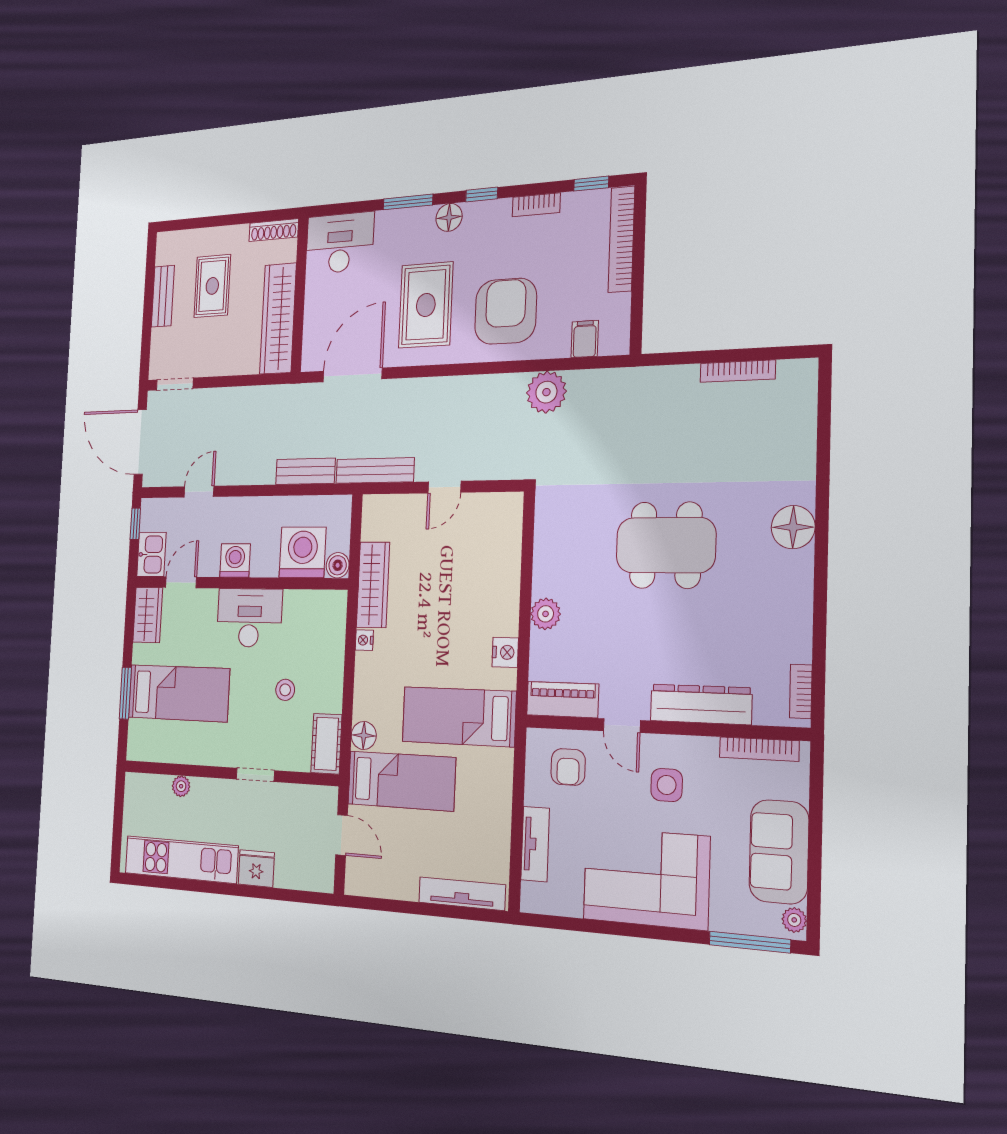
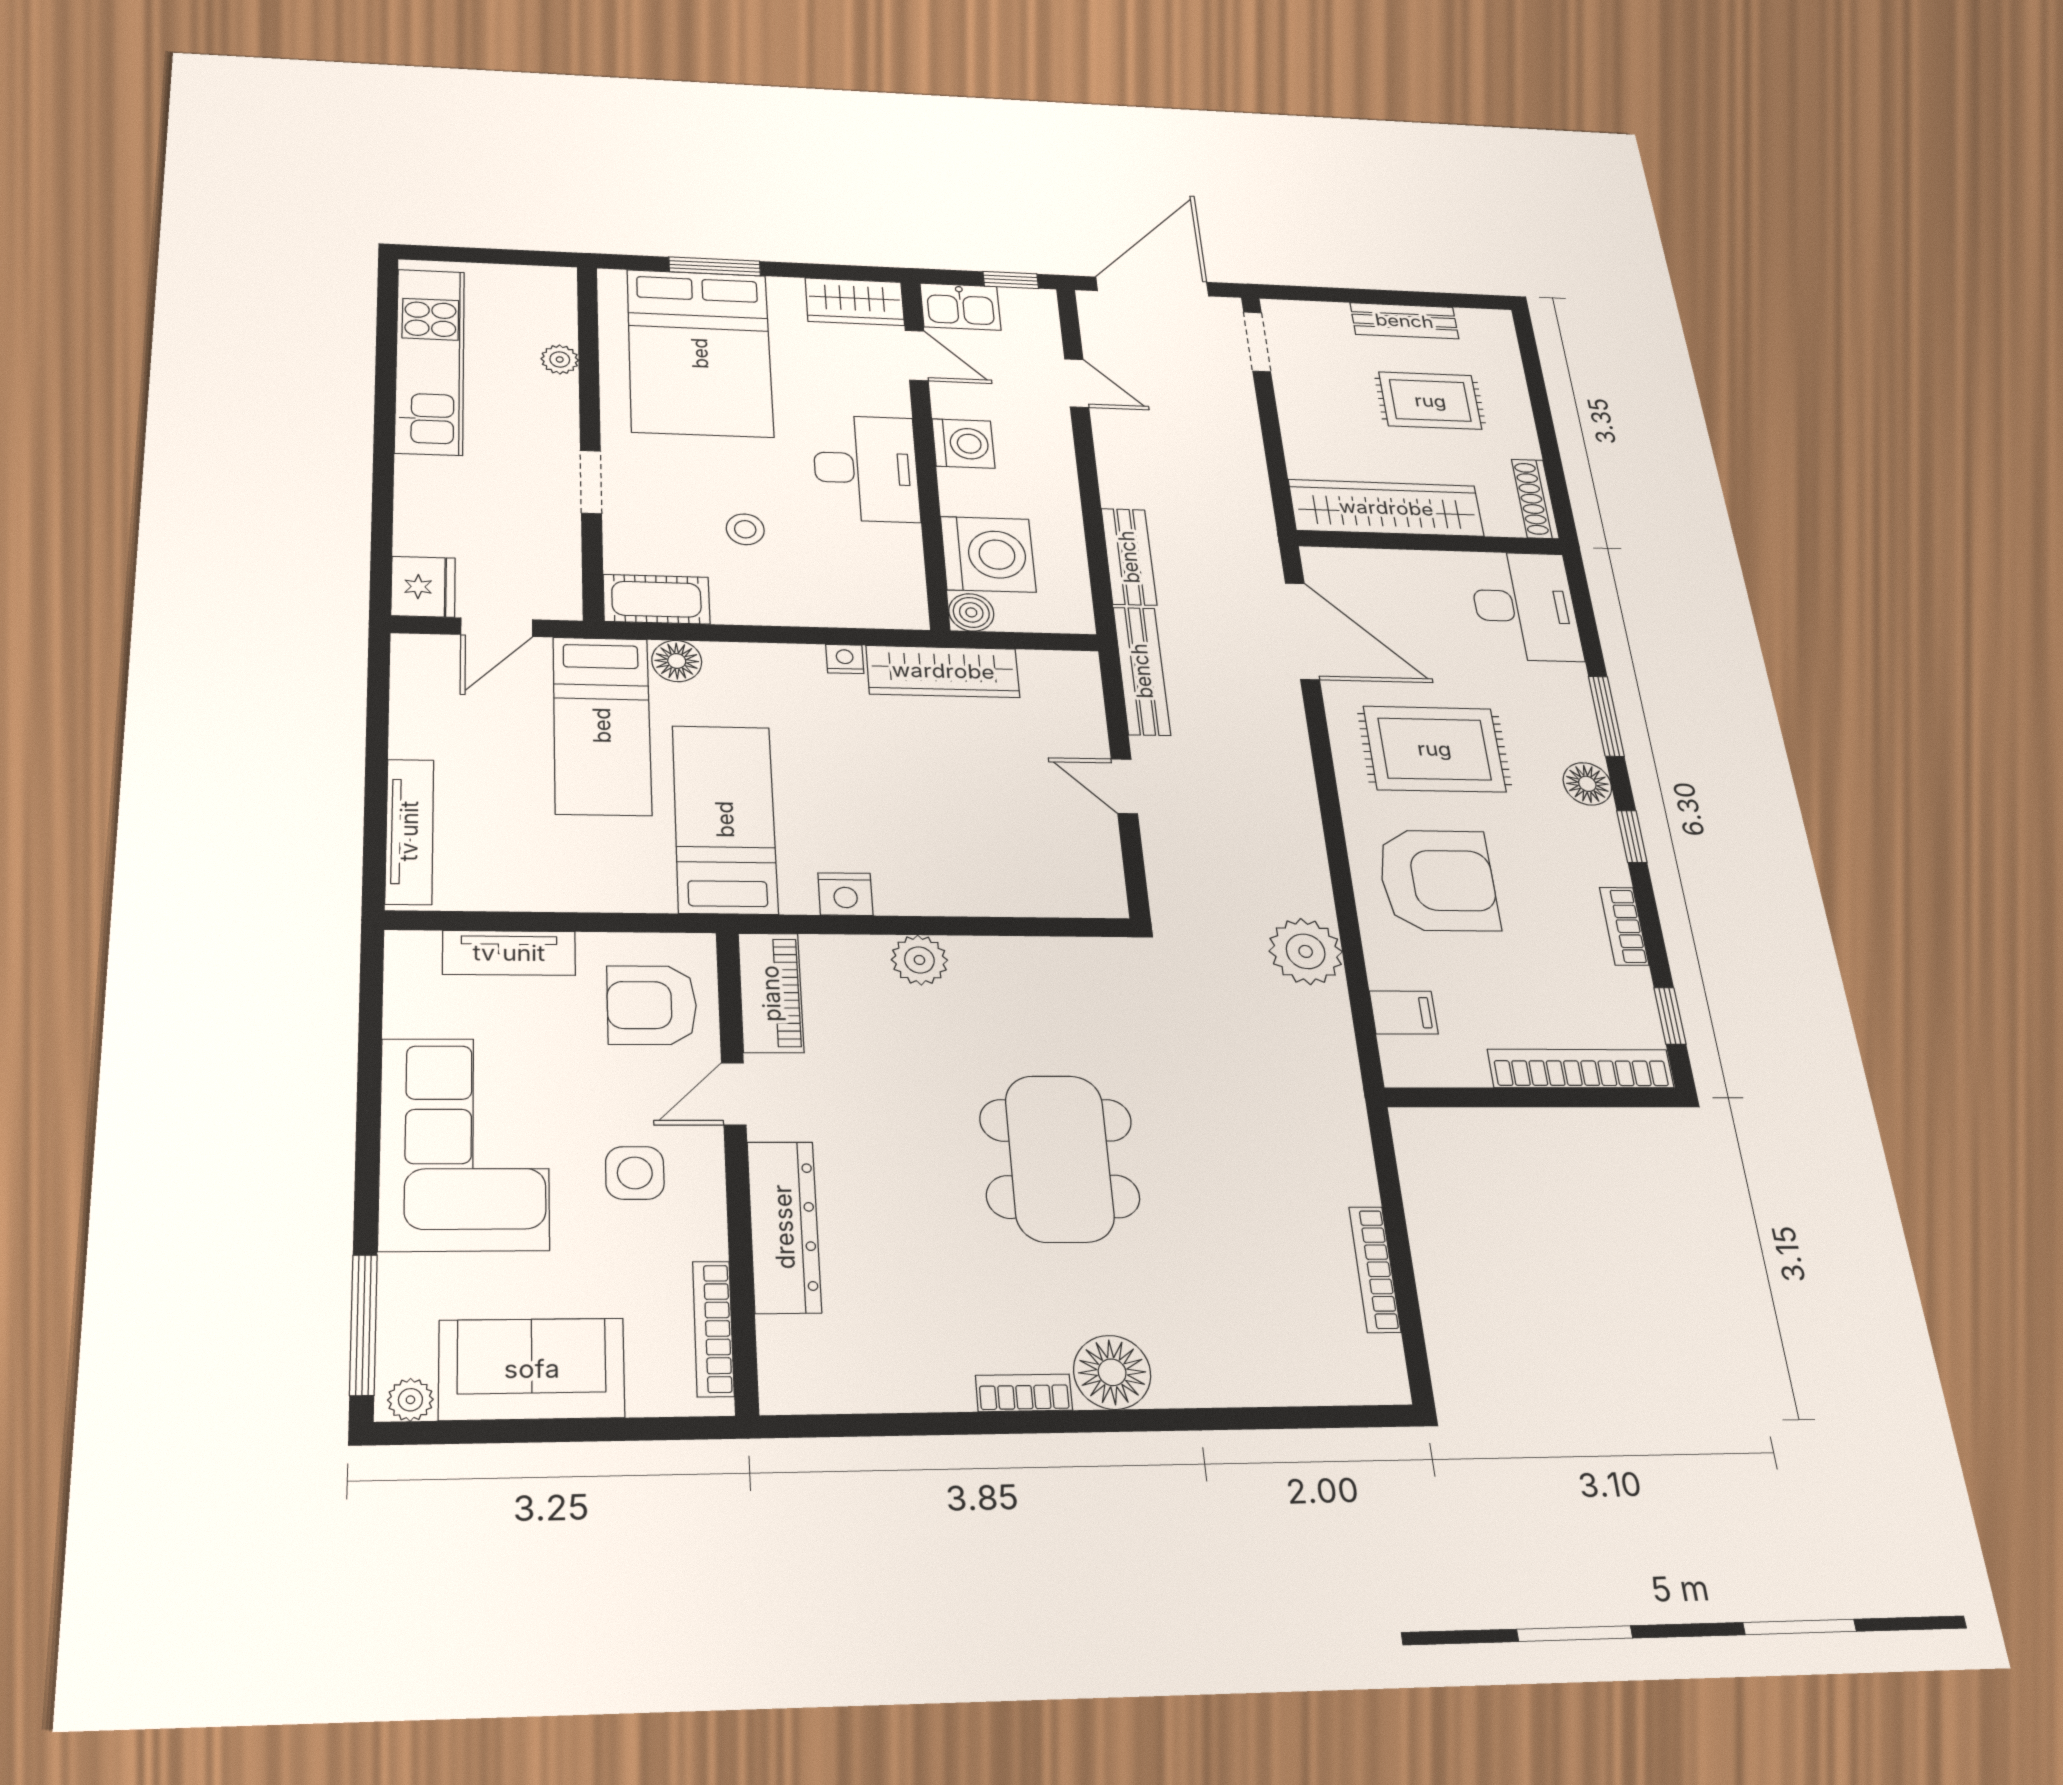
bookcase: (801, 691) -> (1024, 1393), moved
bed: (179, 693) -> (700, 353), width x1.50
armchair: (568, 767) -> (652, 1005), width x1.38, depth x1.38
fridge: (256, 868) -> (423, 587), moved

